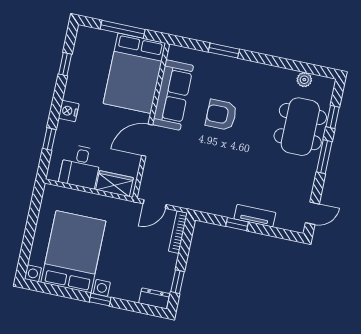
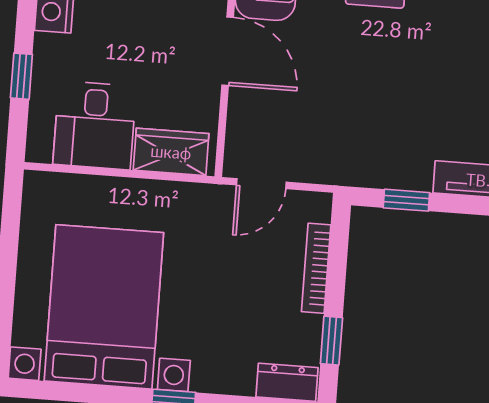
door: (147, 140) -> (228, 51), swing flipped
window: (237, 224) -> (406, 200), moved
bookcase: (178, 232) -> (316, 268), moved

